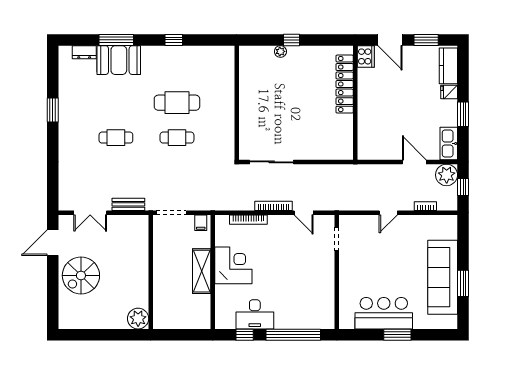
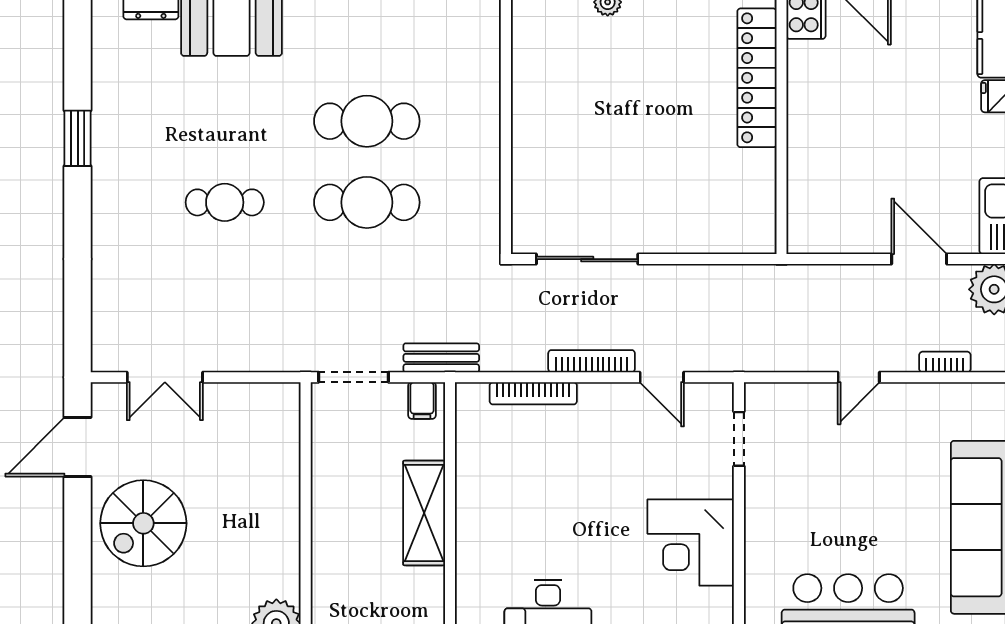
cafe table: (177, 138) -> (367, 202), width x1.37, depth x1.35
bench: (128, 204) -> (441, 358), moved
corner desk: (233, 265) -> (691, 542), moved, turned 180

